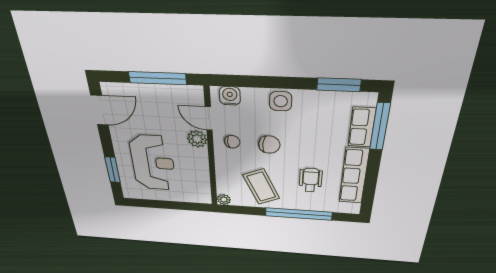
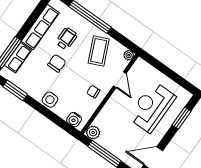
door: (209, 119) -> (120, 80), moved
plant: (197, 139) -> (93, 133), moved
chair: (269, 145) -> (57, 63), moved, turned 85
wheelchair: (311, 180) -> (66, 39), turned 180

